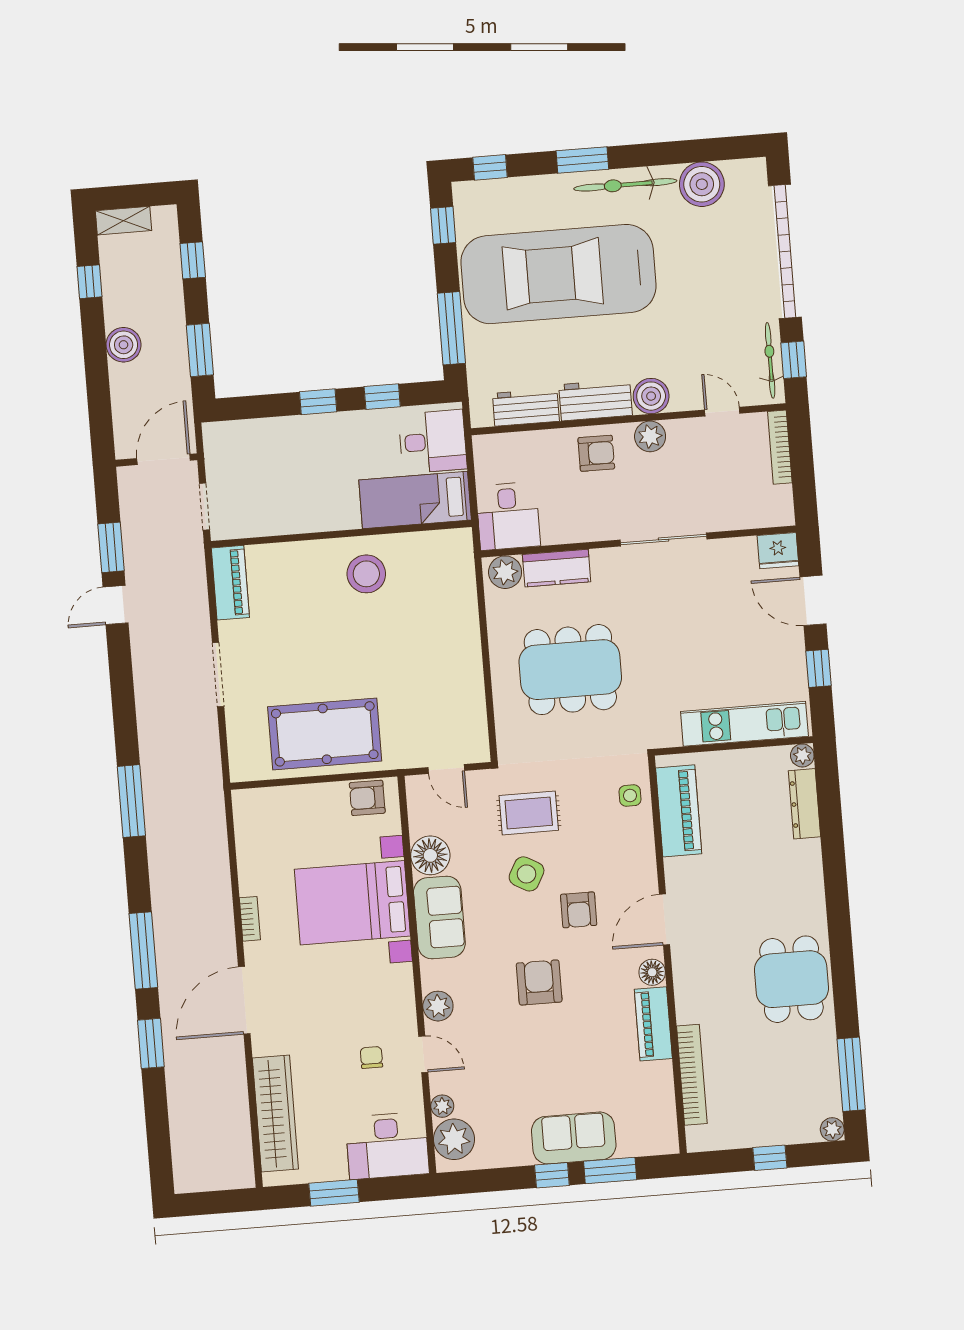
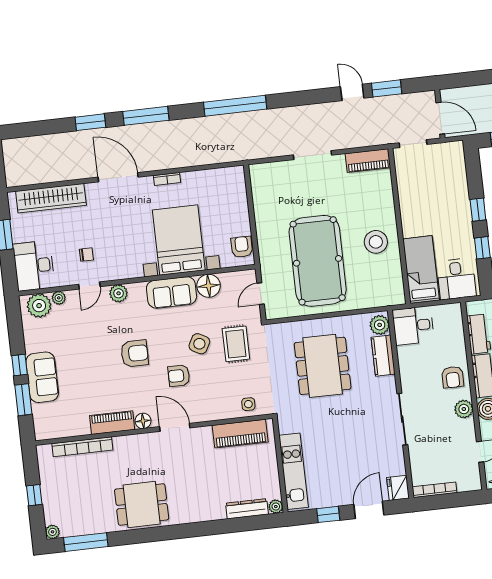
bookcase: (780, 447) -> (434, 490), moved
pool table: (325, 734) -> (318, 261), moved, width x1.36, depth x1.32
window: (131, 801) -> (235, 106), width x1.46

